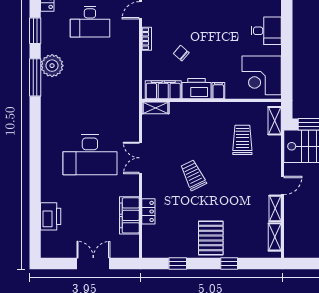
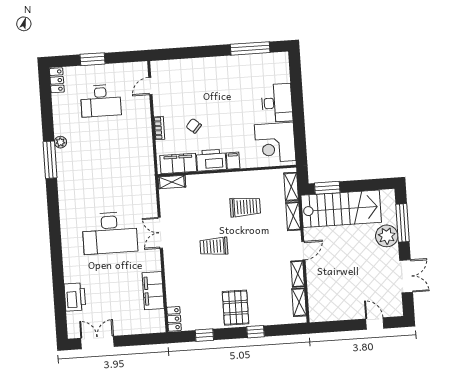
window: (35, 31) -> (47, 114), removed
desk: (266, 31) -> (277, 103), width x1.37
bookcase: (147, 39) -> (159, 128), moved
plant: (52, 66) -> (60, 142), width x0.53, depth x0.53
trolley: (242, 140) -> (245, 207), moved, turned 90
shelving: (275, 150) -> (293, 216), added
trolley: (193, 175) -> (214, 246), turned -64
locker: (148, 211) -> (174, 319), moved
double door: (93, 263) -> (97, 342), moved

